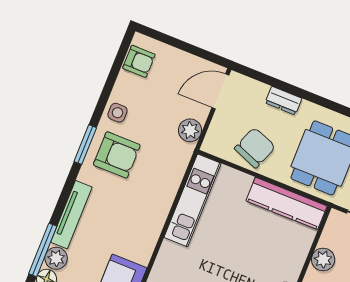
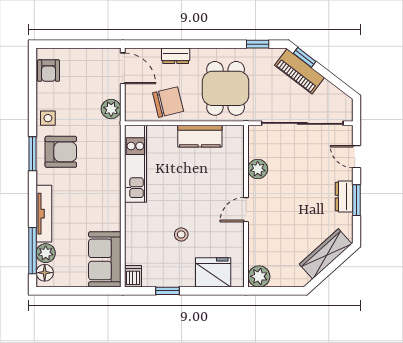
armchair: (139, 61) -> (49, 71), turned 90
door: (220, 91) -> (123, 68), swing flipped
chair: (255, 148) -> (168, 102), turned 55
kitchen counter: (286, 203) -> (200, 136), width x0.67

